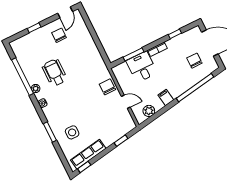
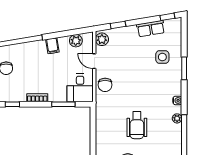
desk: (142, 67) -> (80, 88), moved
wheelchair: (55, 73) -> (137, 125), moved
plant: (128, 123) -> (102, 39), added
row of seats: (88, 154) -> (151, 29), width x0.68

